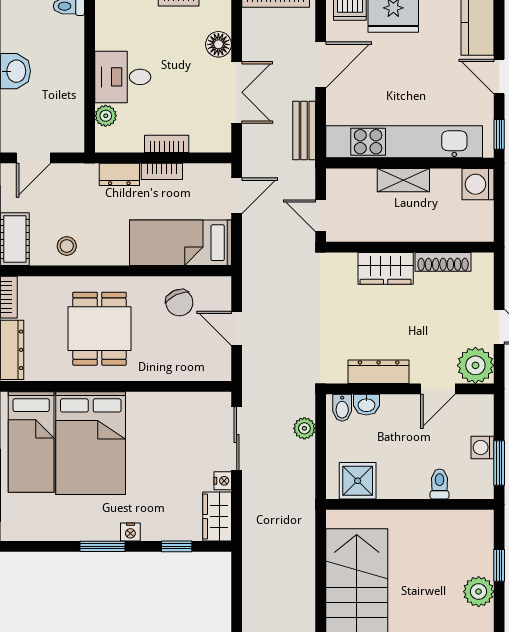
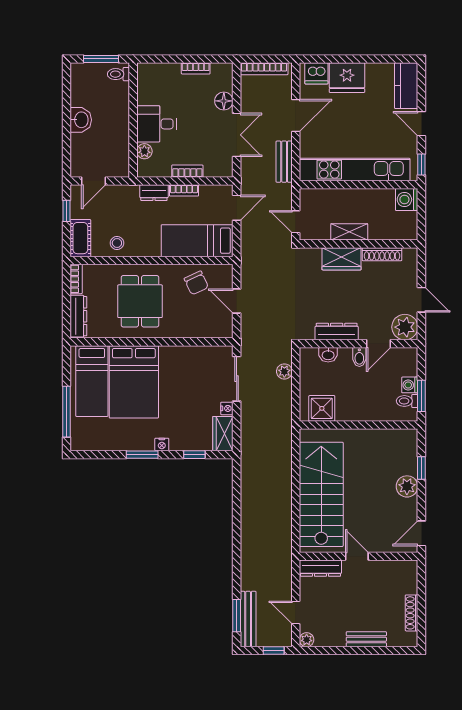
shelving: (403, 180) -> (349, 232), moved
bidet: (342, 408) -> (359, 357), moved
toilet: (440, 484) -> (407, 401), moved, turned -90

